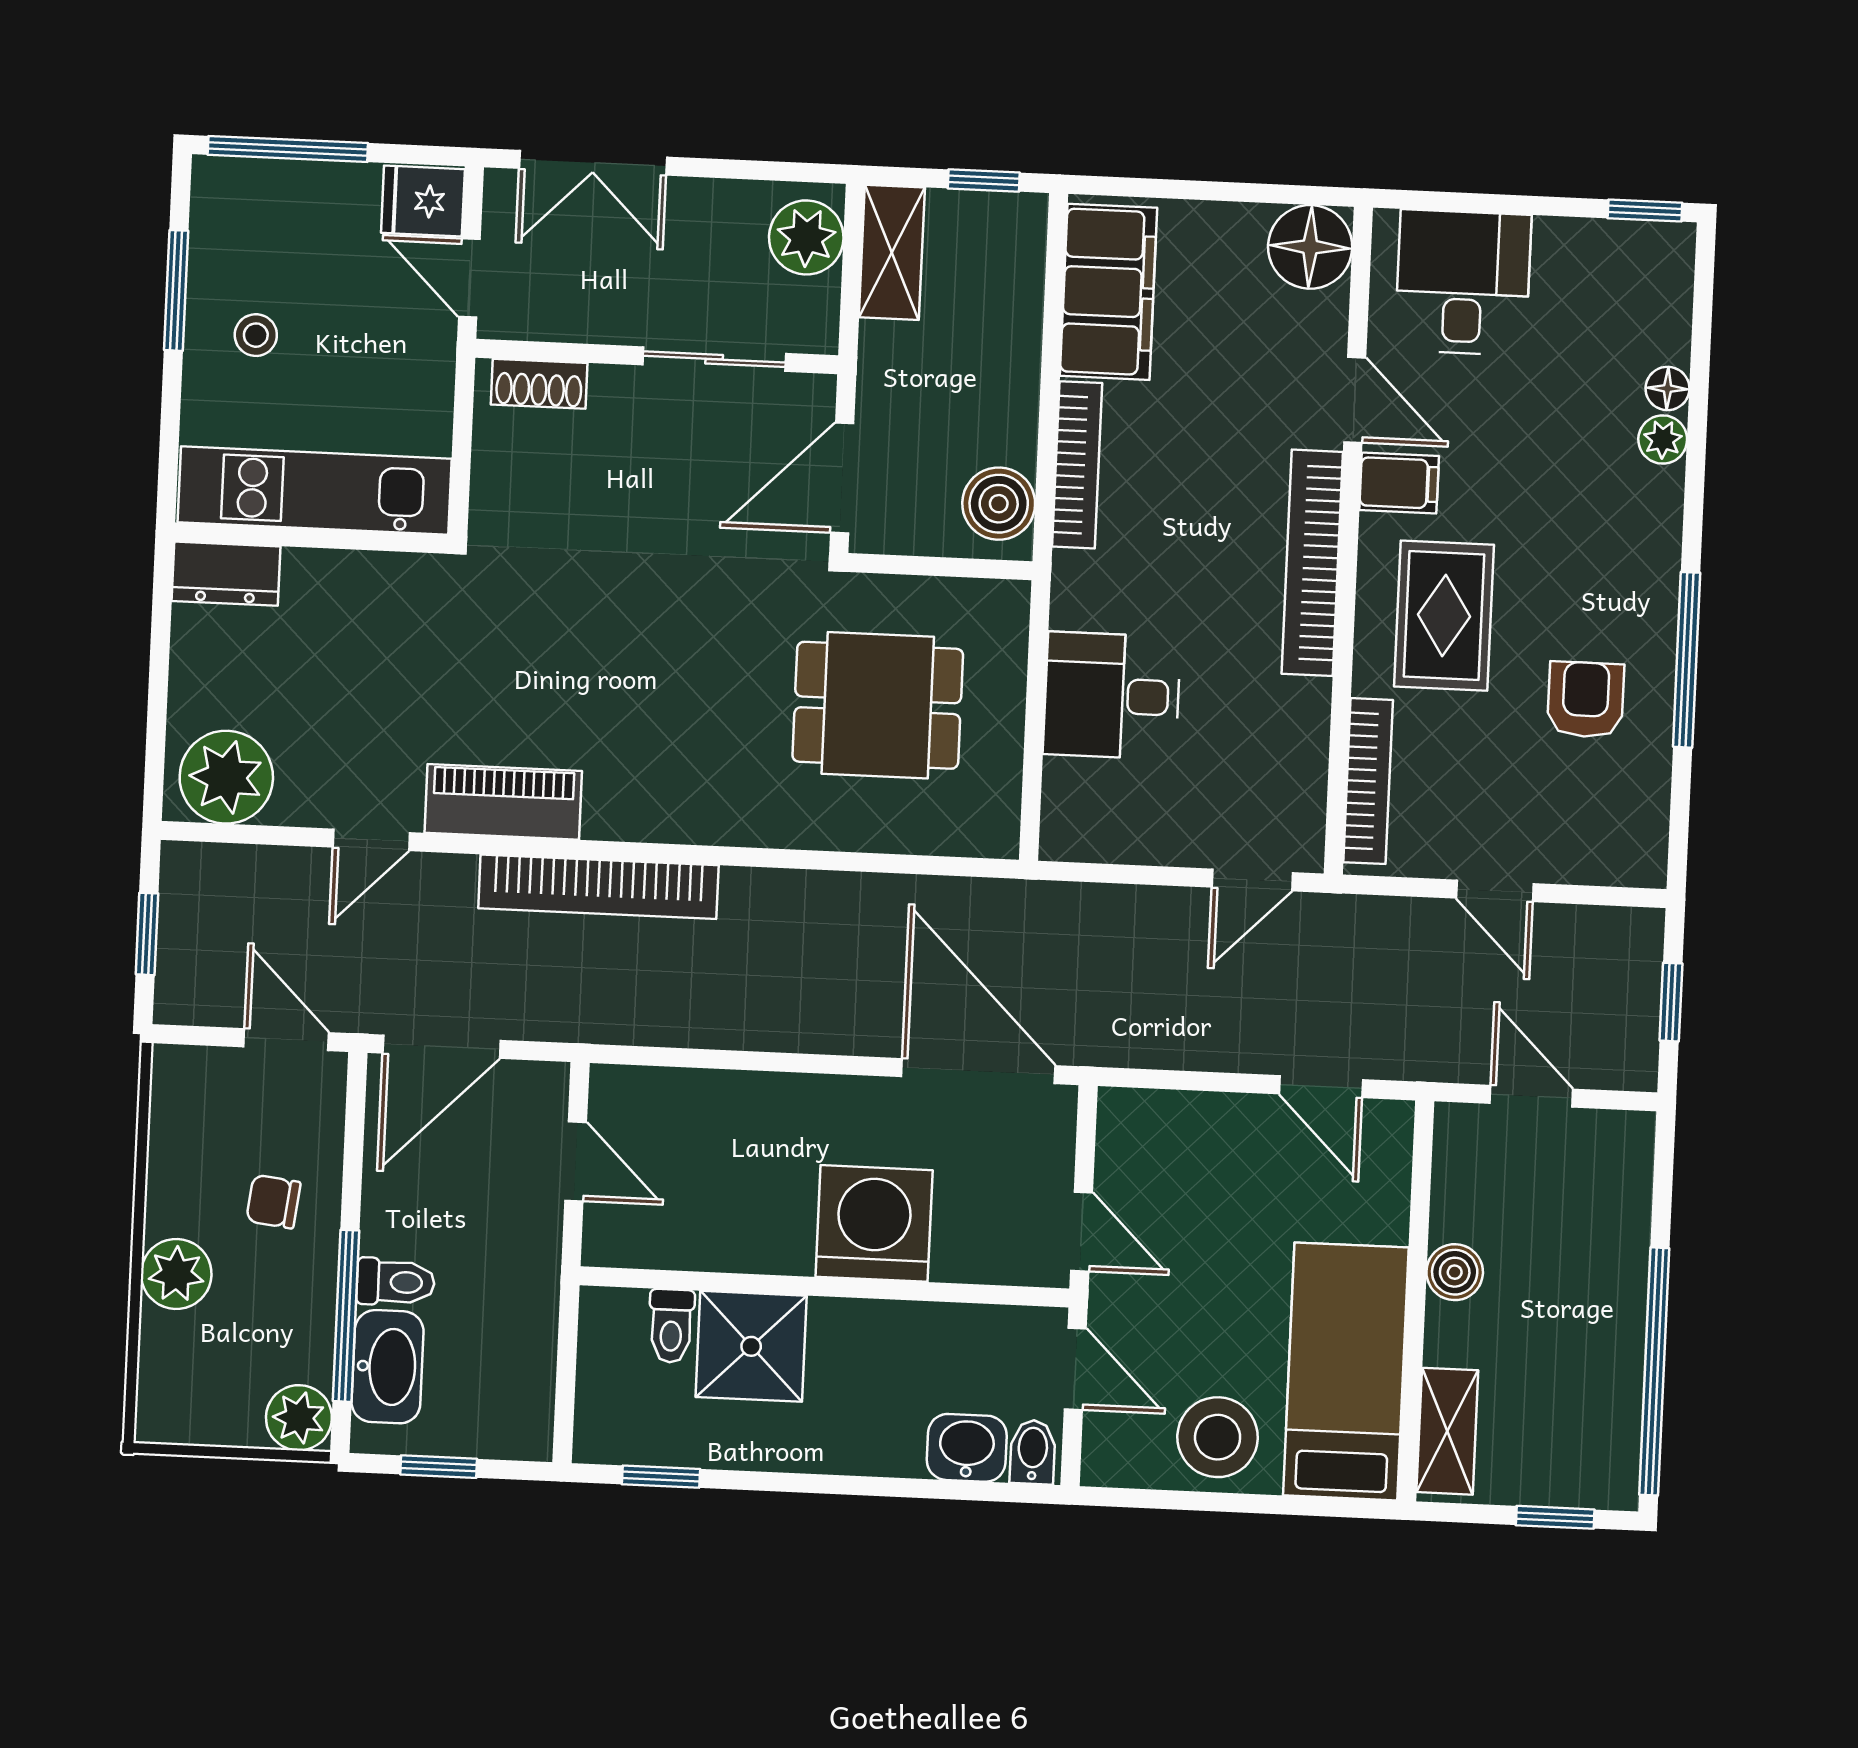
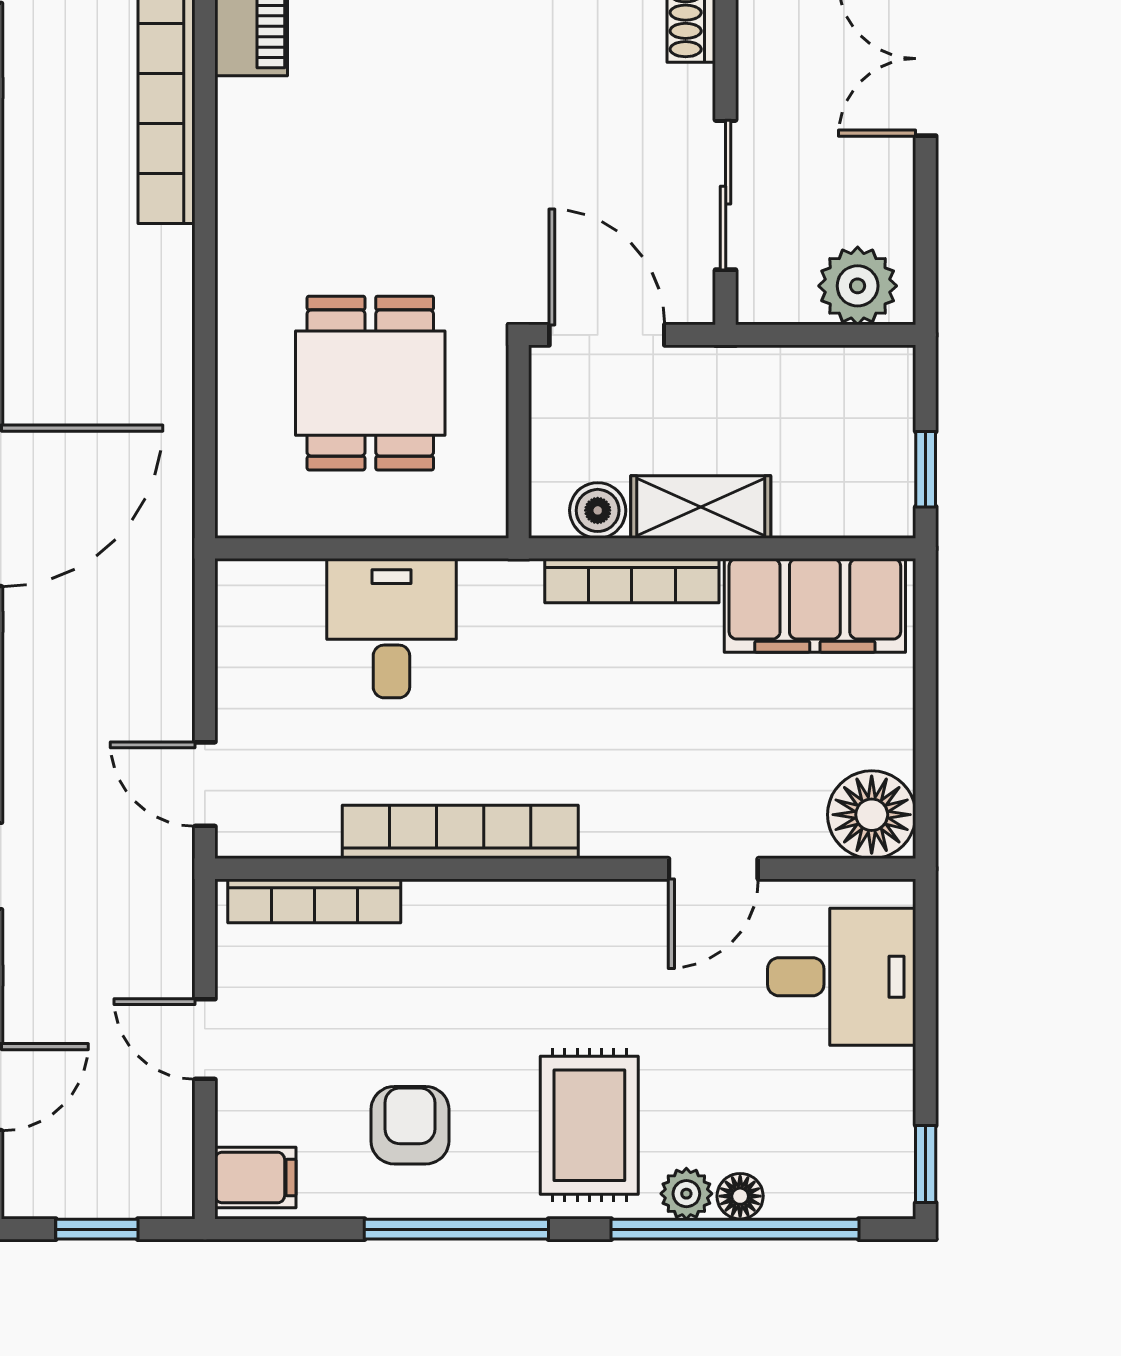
shelving: (892, 252) -> (701, 507), moved
window: (1699, 395) -> (735, 1229), added
filing cabinet: (1399, 483) -> (255, 1178), moved, turned -90
boiler: (999, 504) -> (598, 510), width x0.73, depth x0.73
bookcase: (1312, 563) -> (460, 832), moved
rug: (1444, 616) -> (589, 1125), moved, turned 90
armchair: (1586, 700) -> (410, 1125), turned -90
door: (1495, 891) -> (205, 1039), hinge flipped

